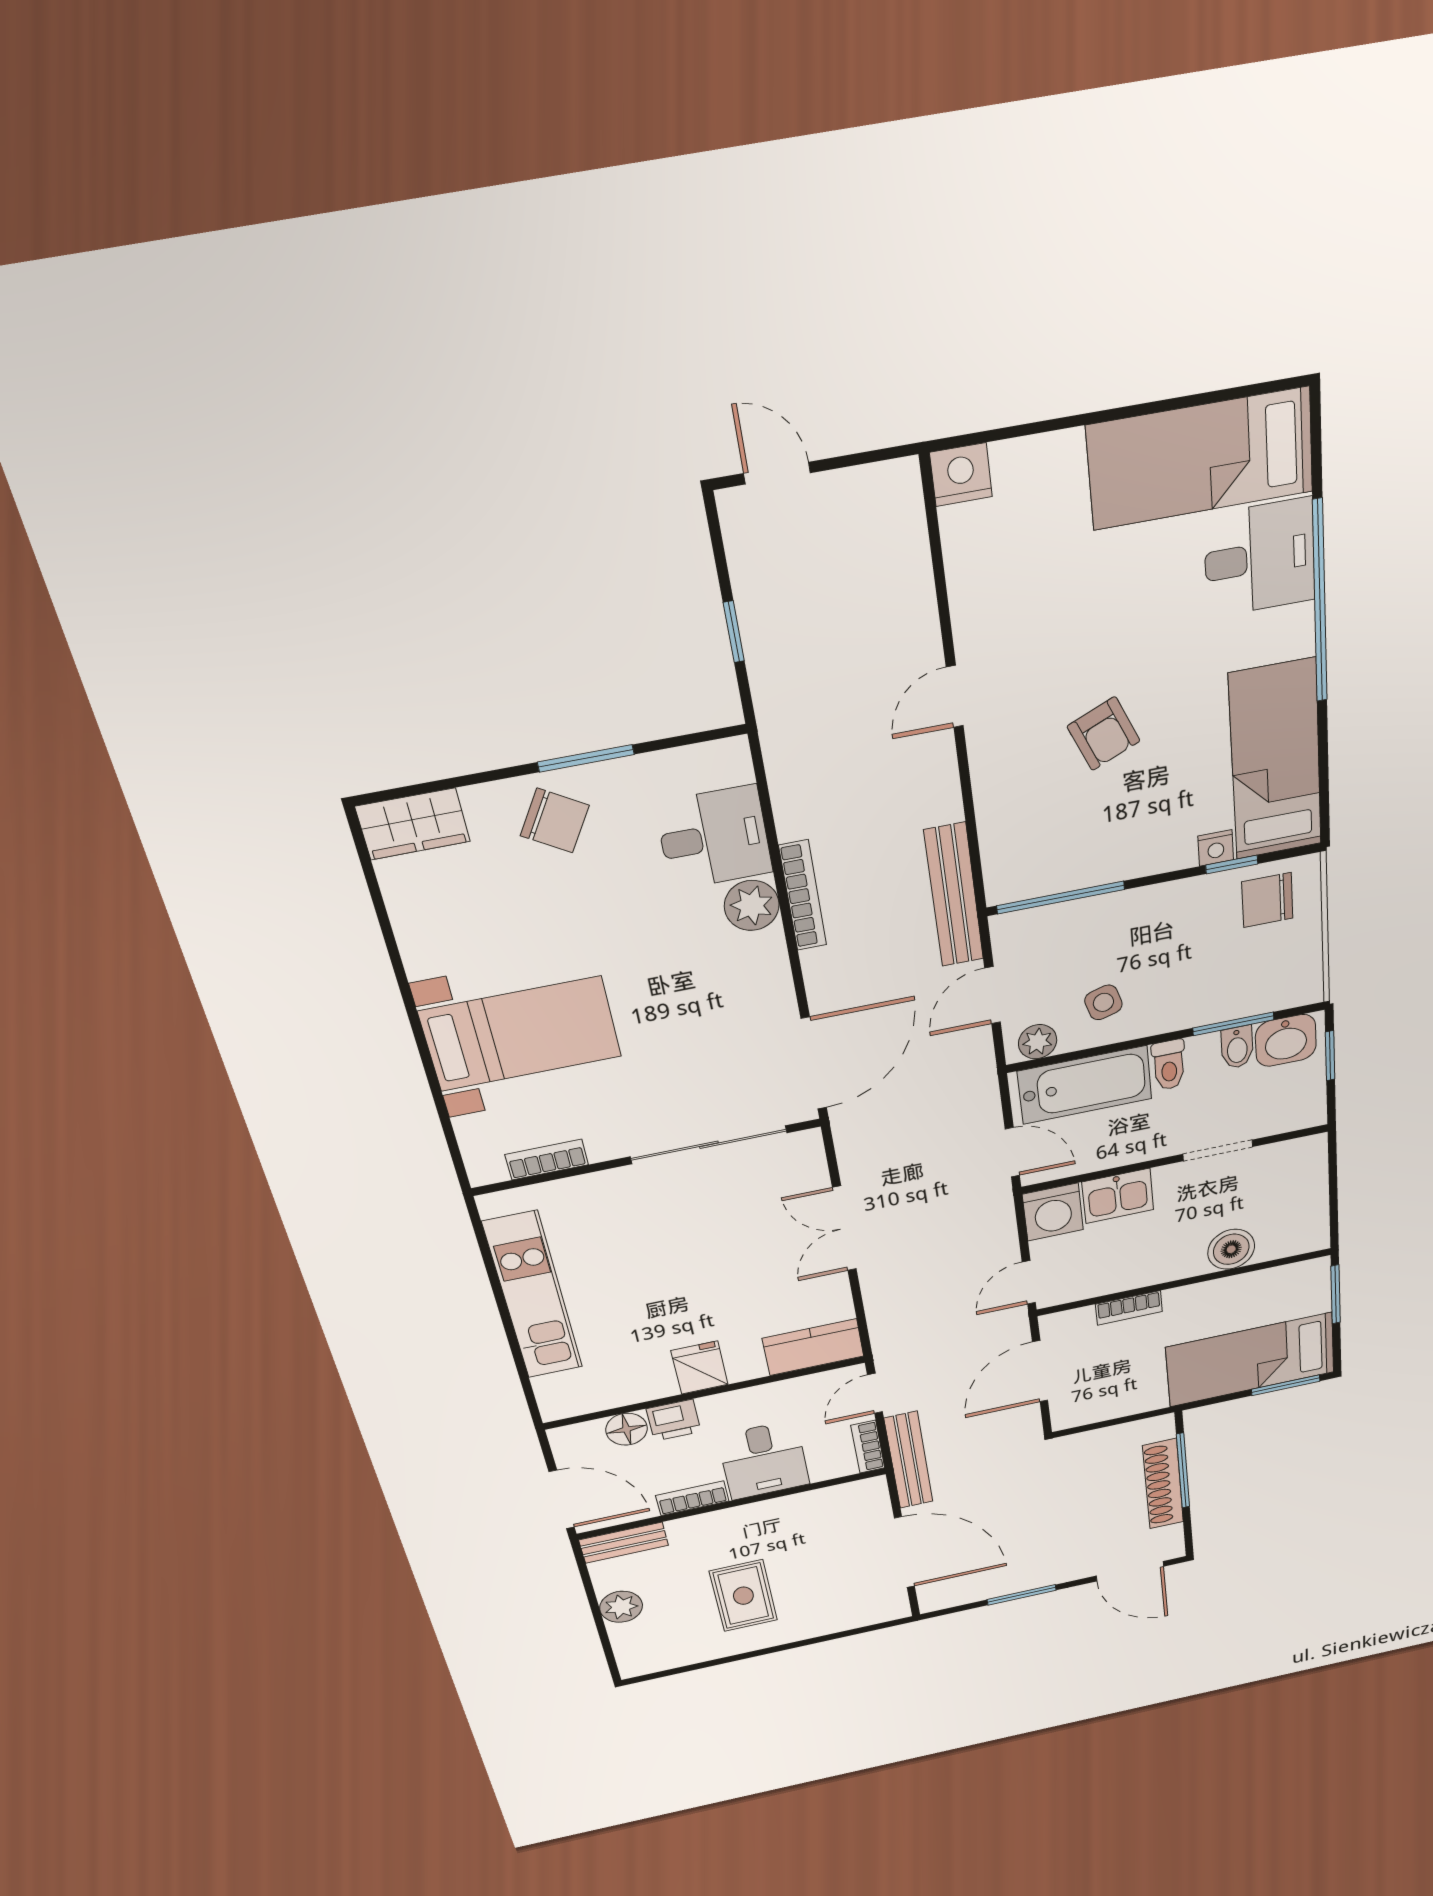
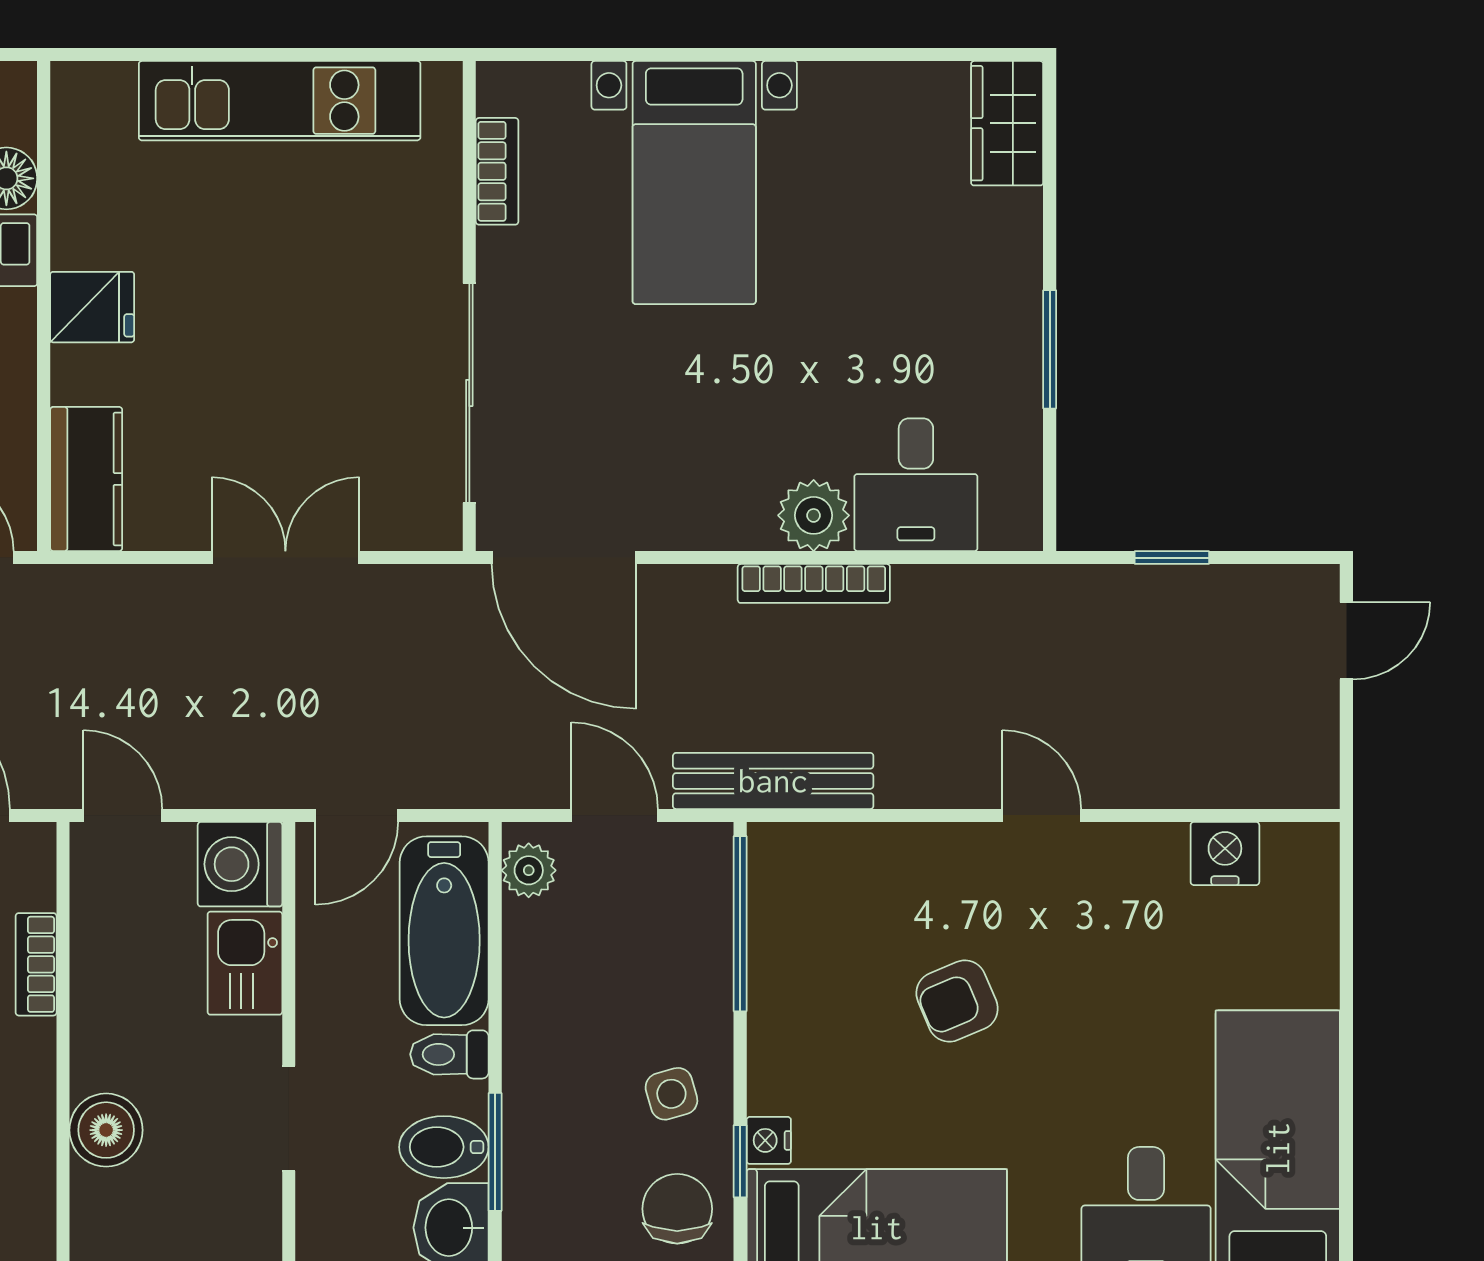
nightstand: (961, 475) -> (1225, 853), moved, turned -90
chair: (555, 821) -> (978, 294), removed
side table: (1103, 1002) -> (671, 1094), moved
bidet: (1237, 1047) -> (444, 1147), width x1.38, depth x1.36

